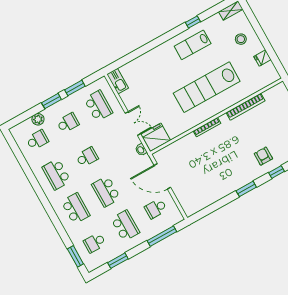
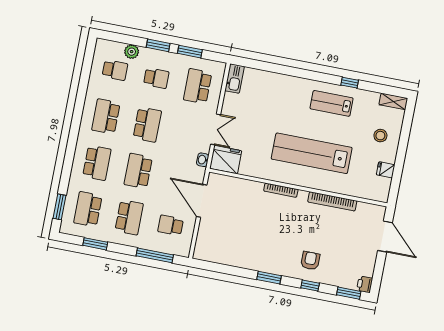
school desk: (98, 106) -> (198, 86), turned 180
school desk: (87, 157) -> (147, 125), width x1.85
school desk: (95, 243) -> (88, 209), width x1.85

